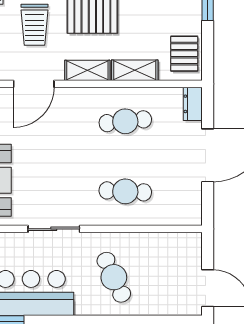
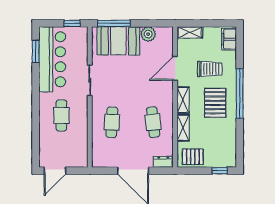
trolley: (35, 25) -> (210, 69), turned 180
door: (34, 84) -> (175, 68), hinge flipped
cafe table: (114, 277) -> (61, 115), turned -65

